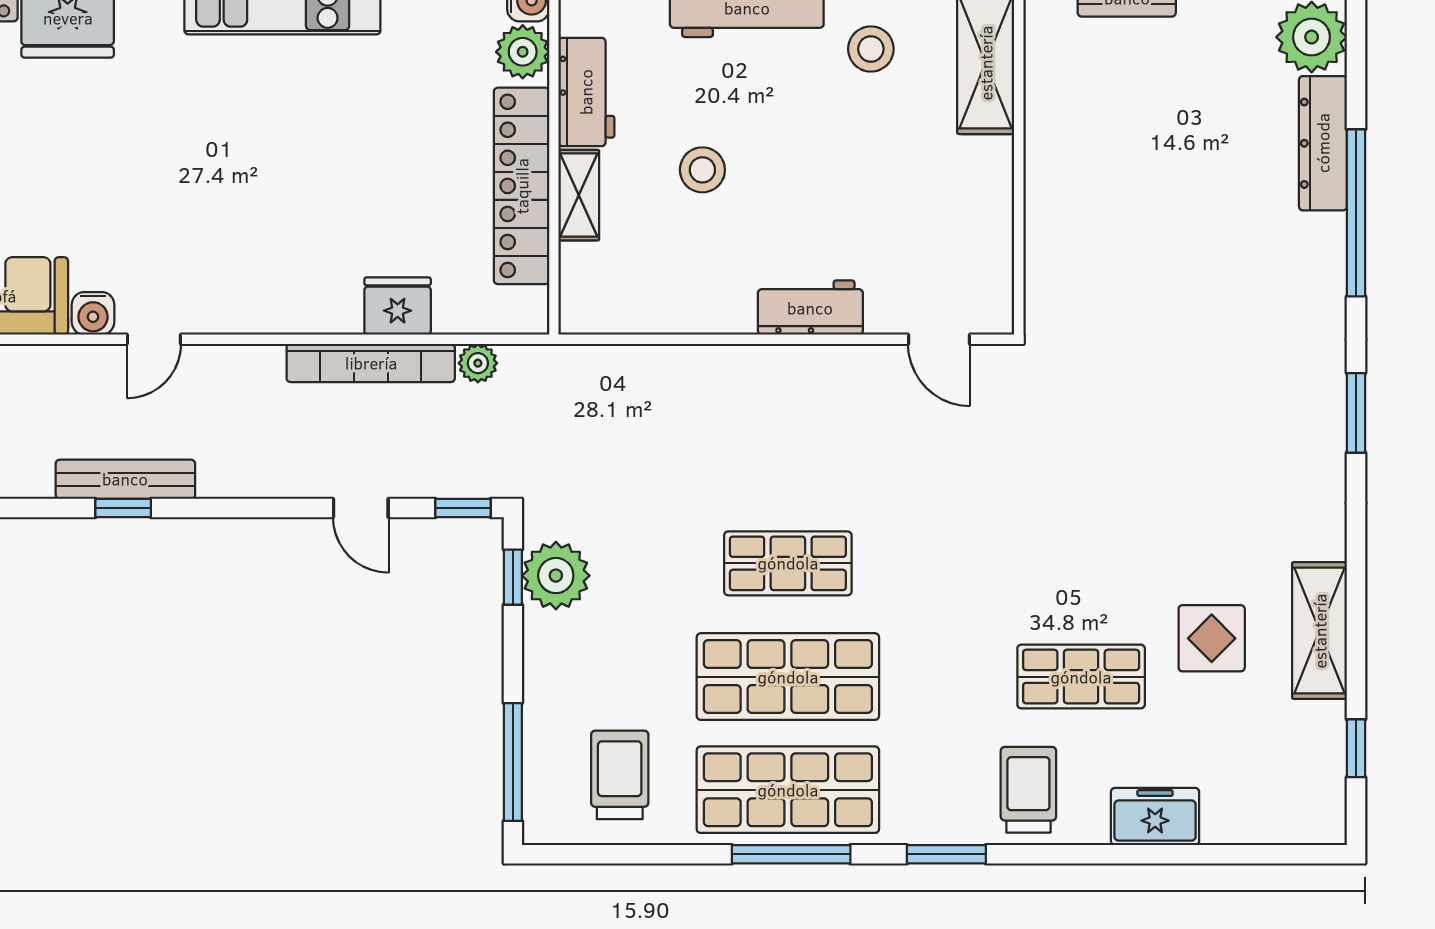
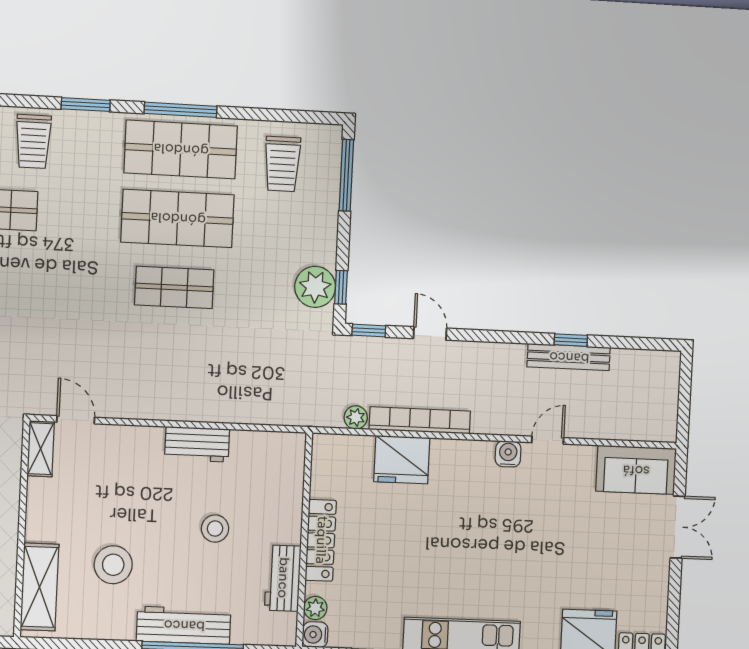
stool: (871, 49) -> (113, 565), moved, width x1.38, depth x1.38
plant: (523, 52) -> (315, 608), width x0.73, depth x0.73
locker: (522, 186) -> (321, 540), width x0.71, depth x0.83
shelving: (579, 195) -> (41, 449), moved
fridge: (398, 306) -> (402, 460), width x1.36, depth x1.34
workbench: (810, 308) -> (197, 444), moved
water cooler: (93, 313) -> (508, 454), moved

